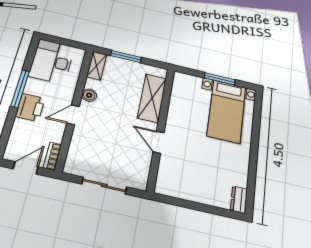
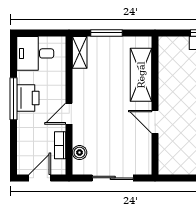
desk: (52, 61) -> (35, 53), width x0.73
boiler: (89, 95) -> (80, 153), moved
printer: (30, 107) -> (28, 98), moved
bookcase: (52, 156) -> (60, 145), moved

